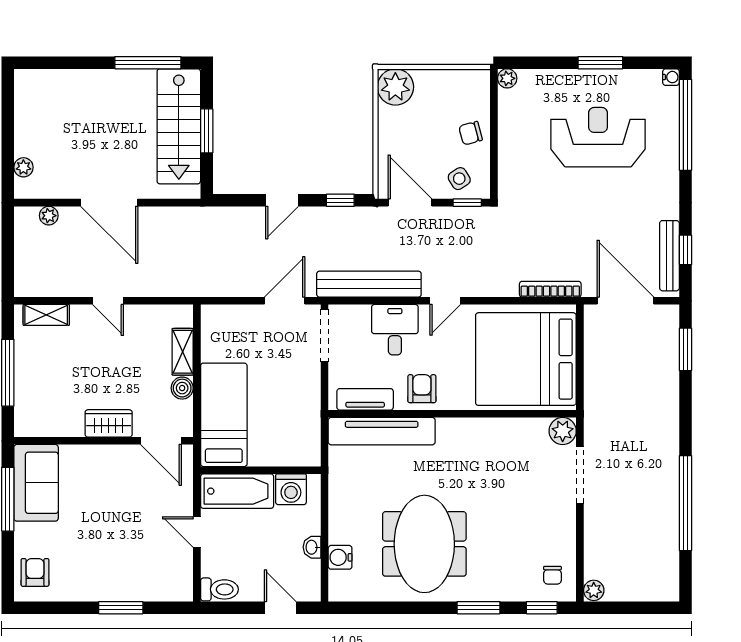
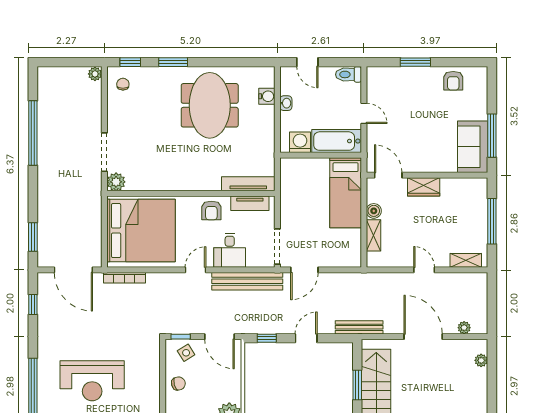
bench: (669, 256) -> (359, 327), moved, turned 90
tv unit: (382, 431) -> (248, 184), width x0.73, depth x0.78
armchair: (35, 572) -> (453, 81), moved

